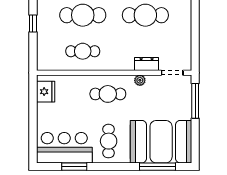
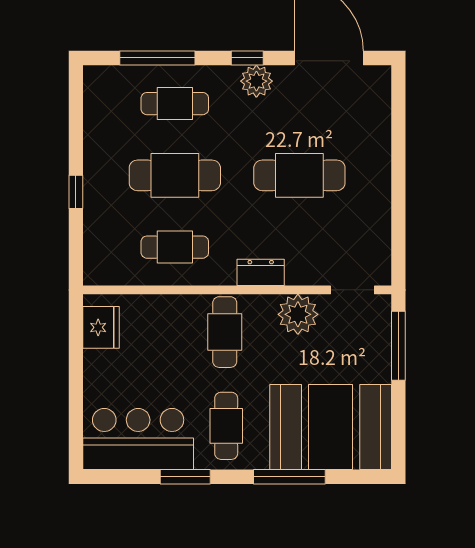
dresser: (147, 64) -> (261, 272), moved
plant: (140, 80) -> (298, 314), width x1.88, depth x1.88
cafe table: (108, 94) -> (225, 332), turned 90
window: (74, 167) -> (185, 477), moved
window: (158, 167) -> (289, 477), moved

